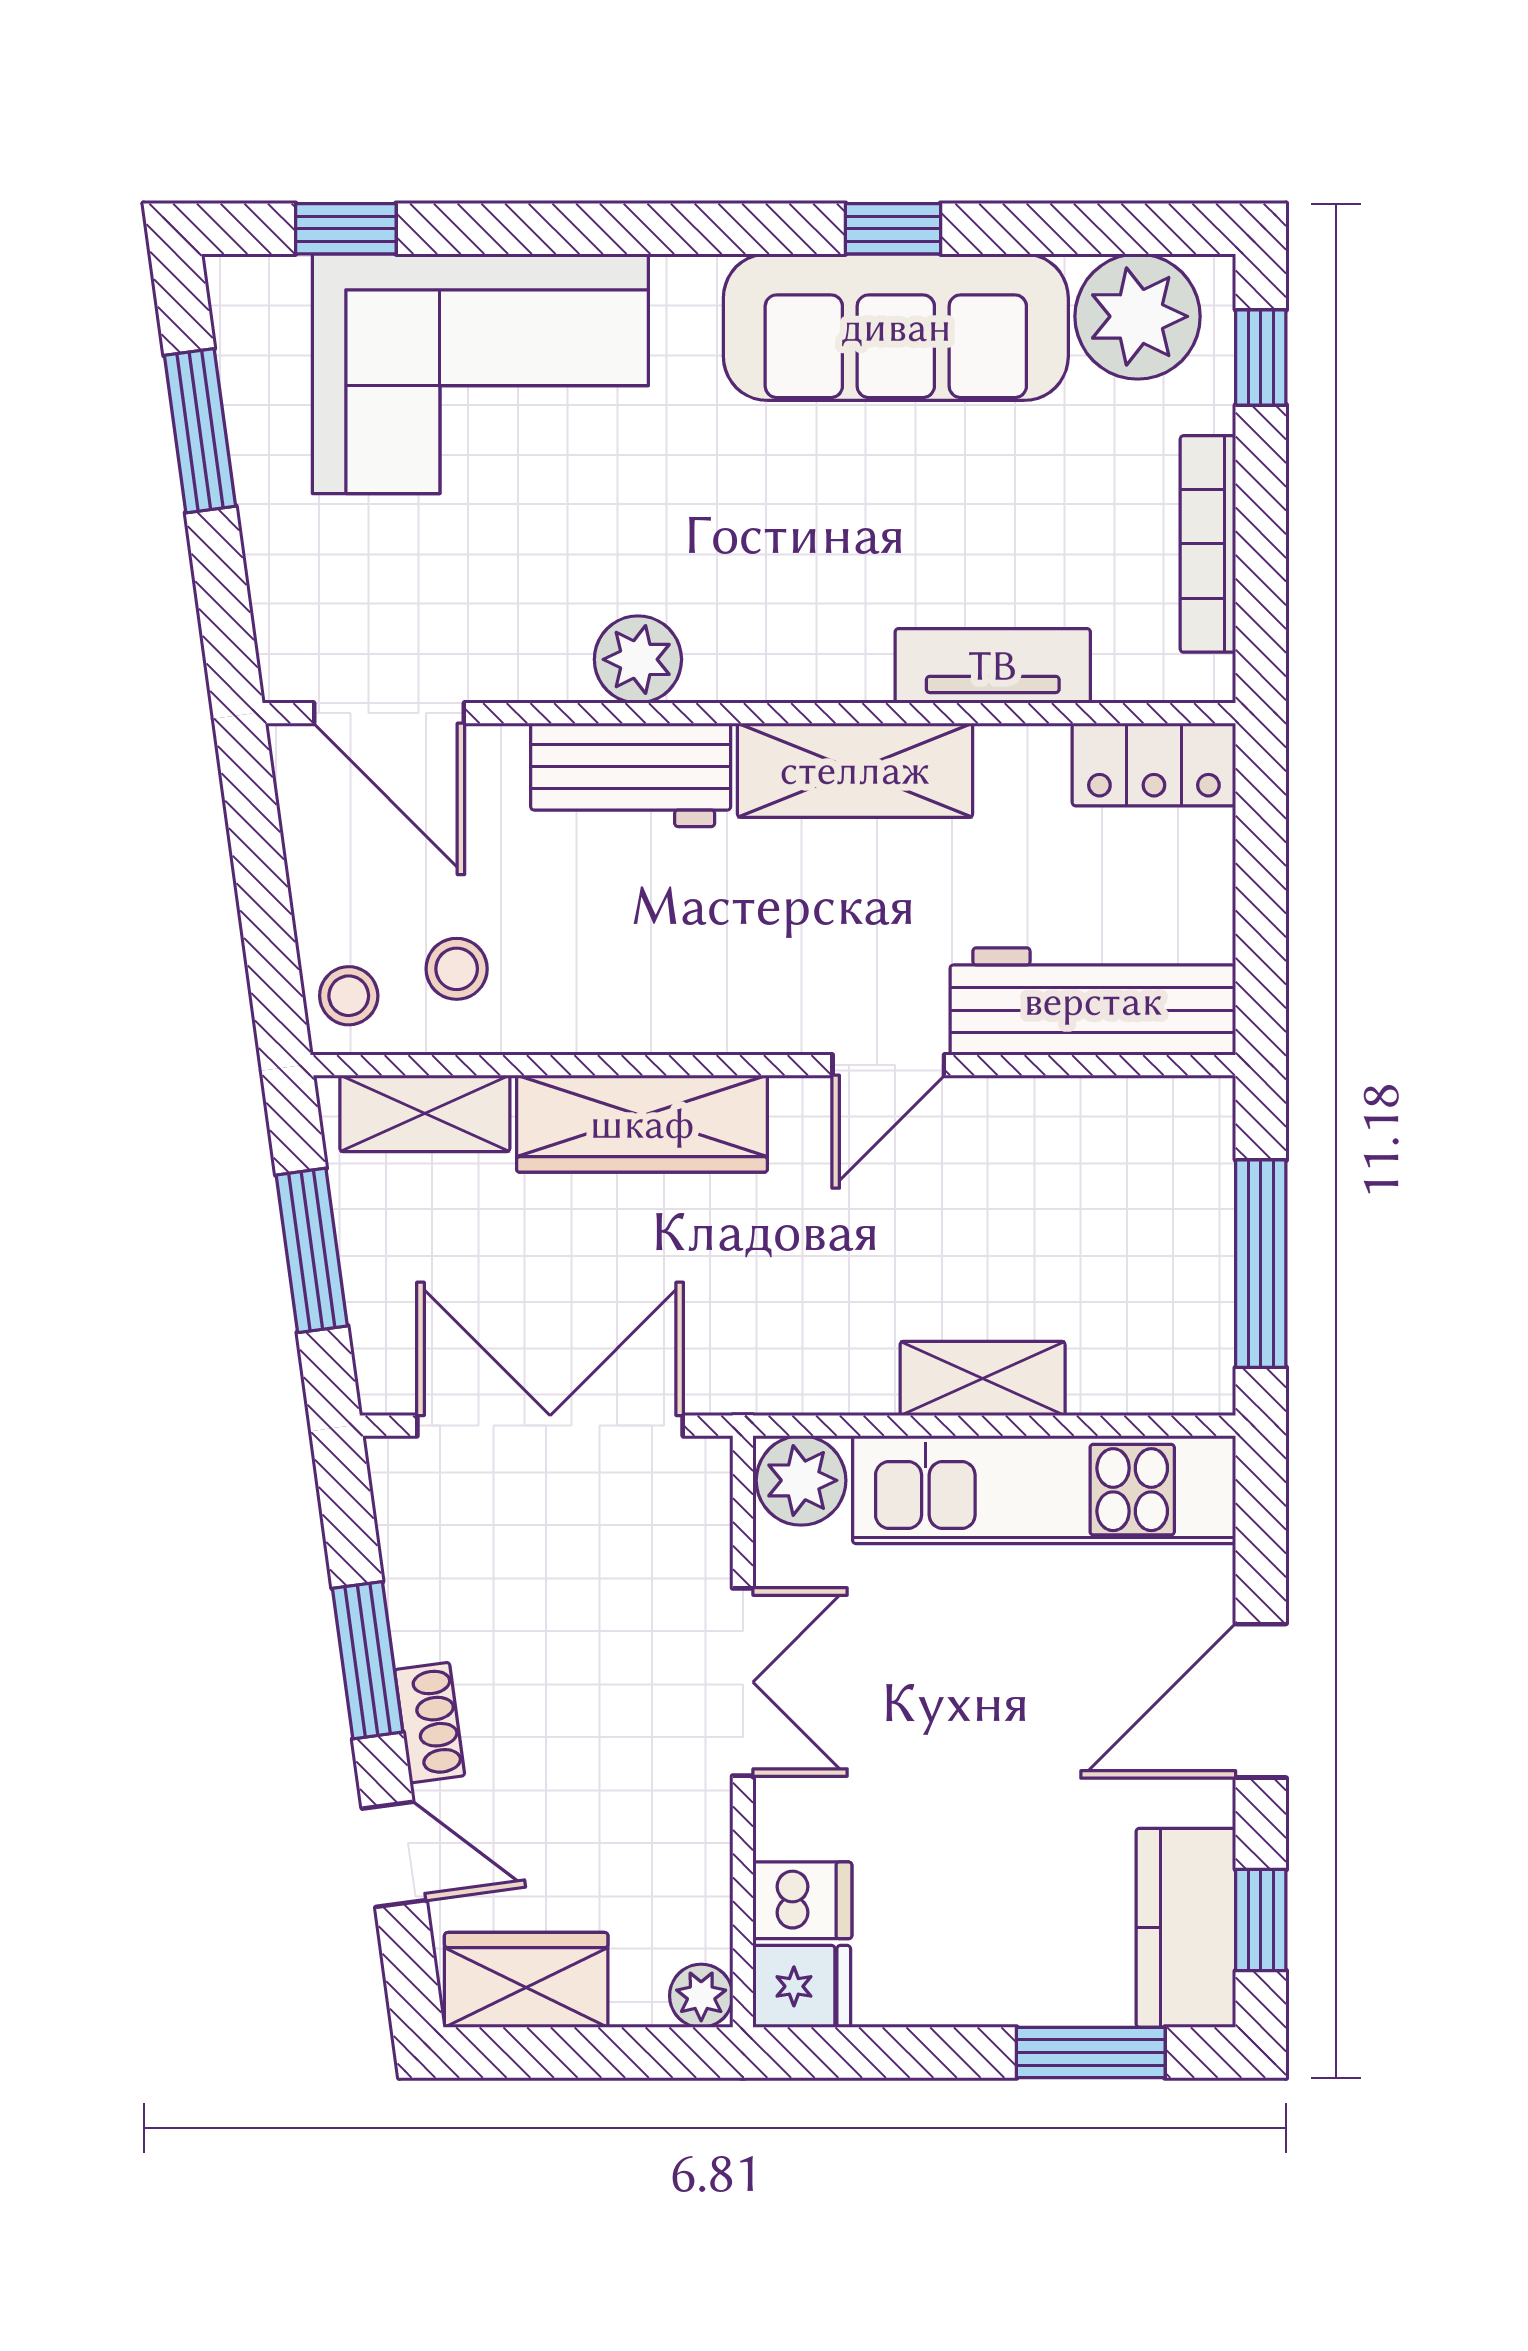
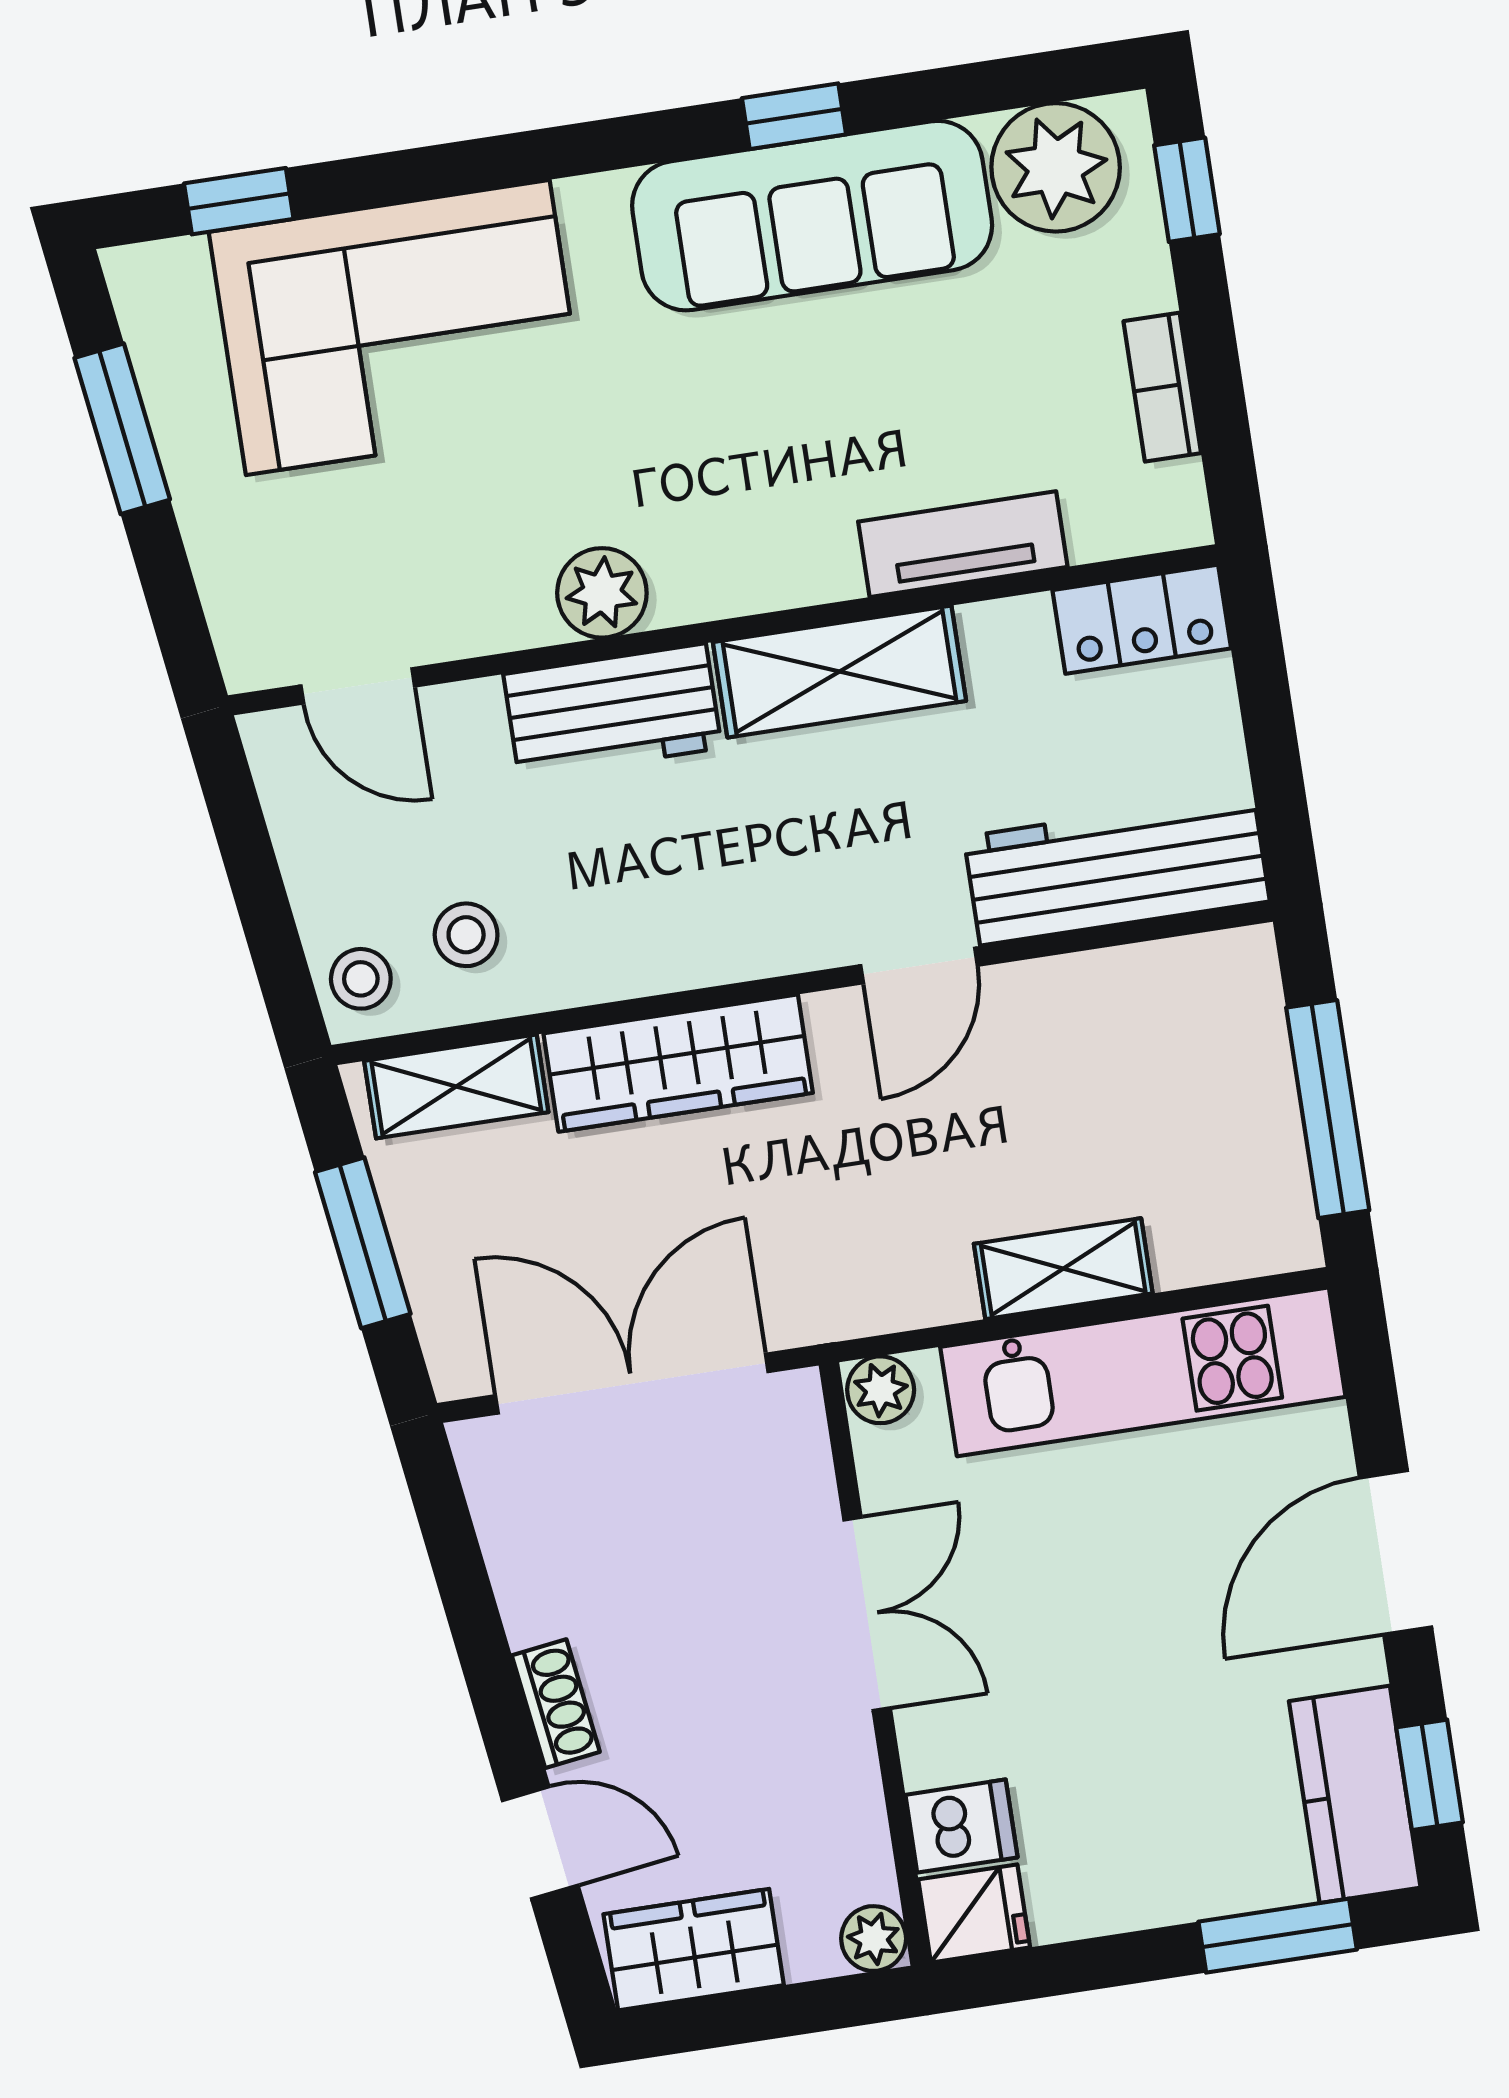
bookcase: (1208, 544) -> (1162, 387), width x0.64
door: (389, 713) -> (358, 686), width x0.73
plant: (801, 1480) -> (881, 1390), width x0.73, depth x0.73
window: (368, 1660) -> (483, 1650), removed

